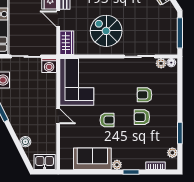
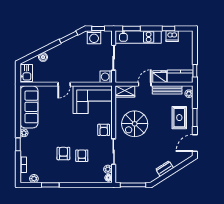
spiral stairs: (106, 31) -> (135, 124), turned 180
armchair: (107, 120) -> (104, 130), moved
sofa: (92, 159) -> (29, 107), width x1.36

